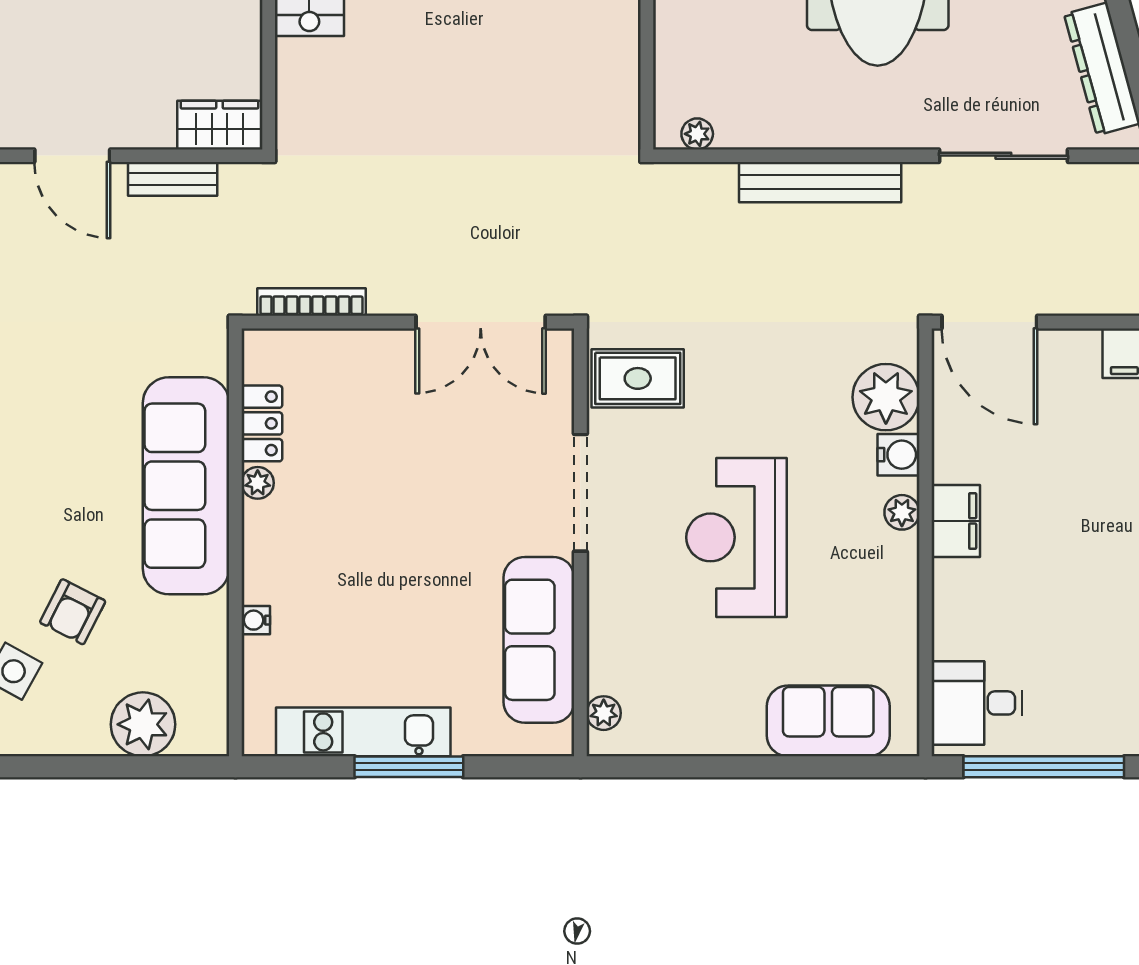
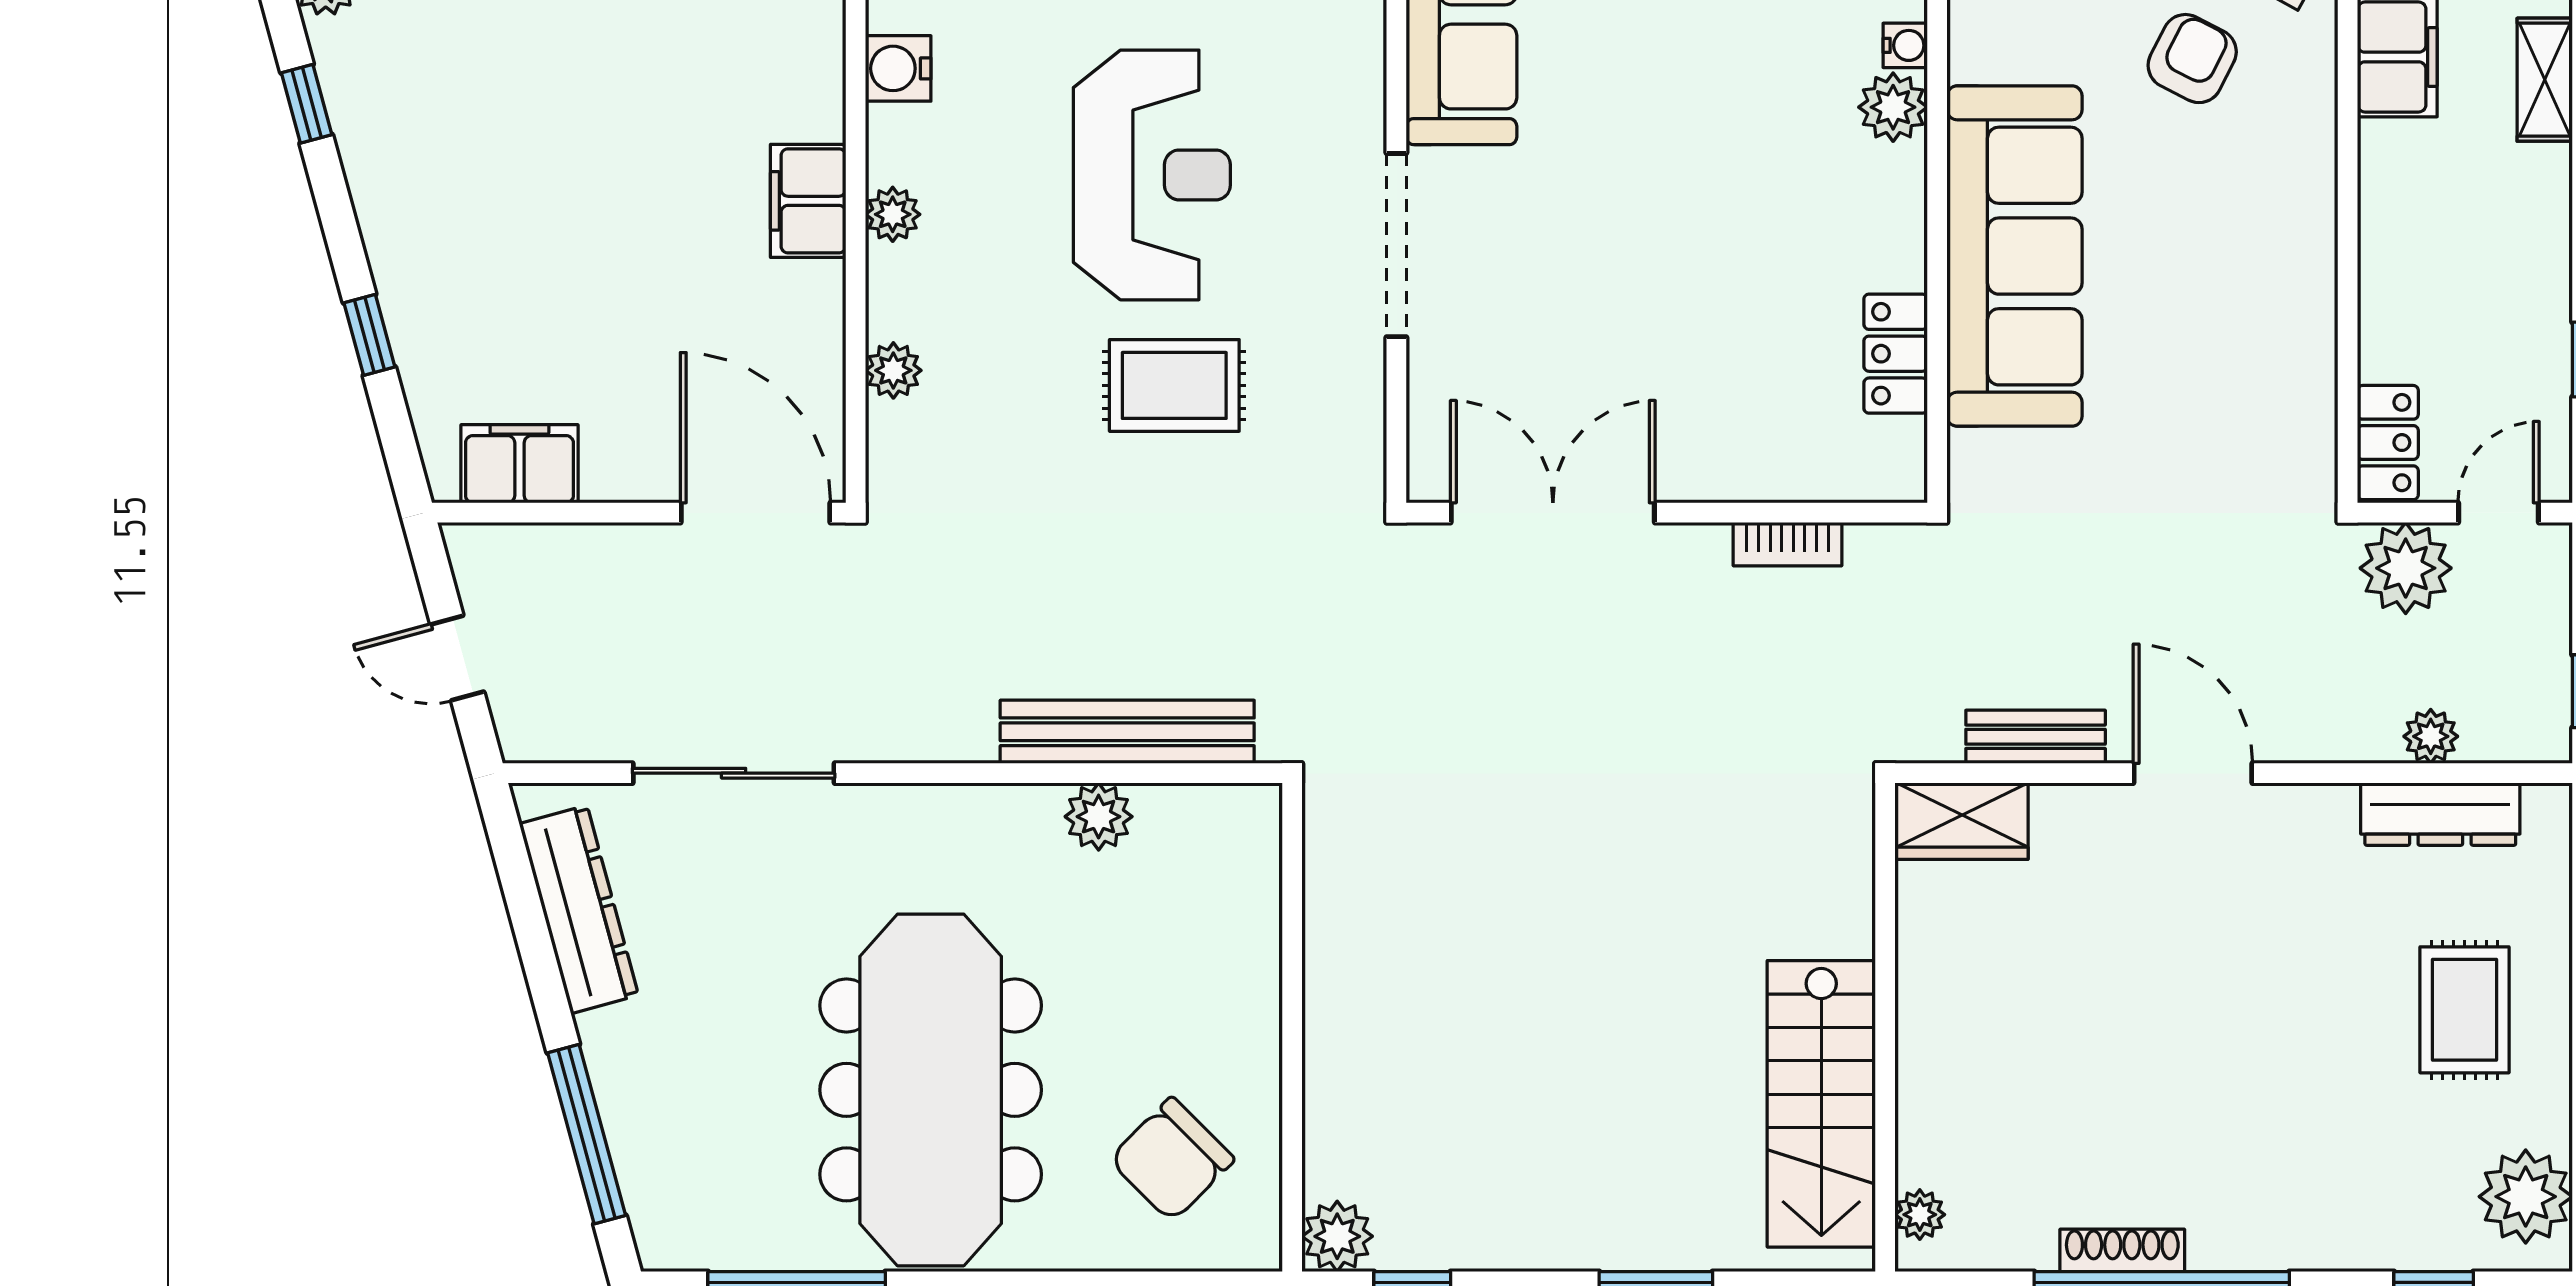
plant: (697, 134) -> (1099, 817), moved, width x1.38, depth x1.38
bench: (820, 182) -> (1127, 732), moved
bookcase: (311, 302) -> (1788, 544), width x0.64
rug: (638, 378) -> (1174, 385), moved
plant: (886, 397) -> (893, 370), width x0.53, depth x0.53
water cooler: (898, 455) -> (898, 68), moved
plant: (258, 483) -> (1893, 107), moved, width x1.38, depth x1.38

